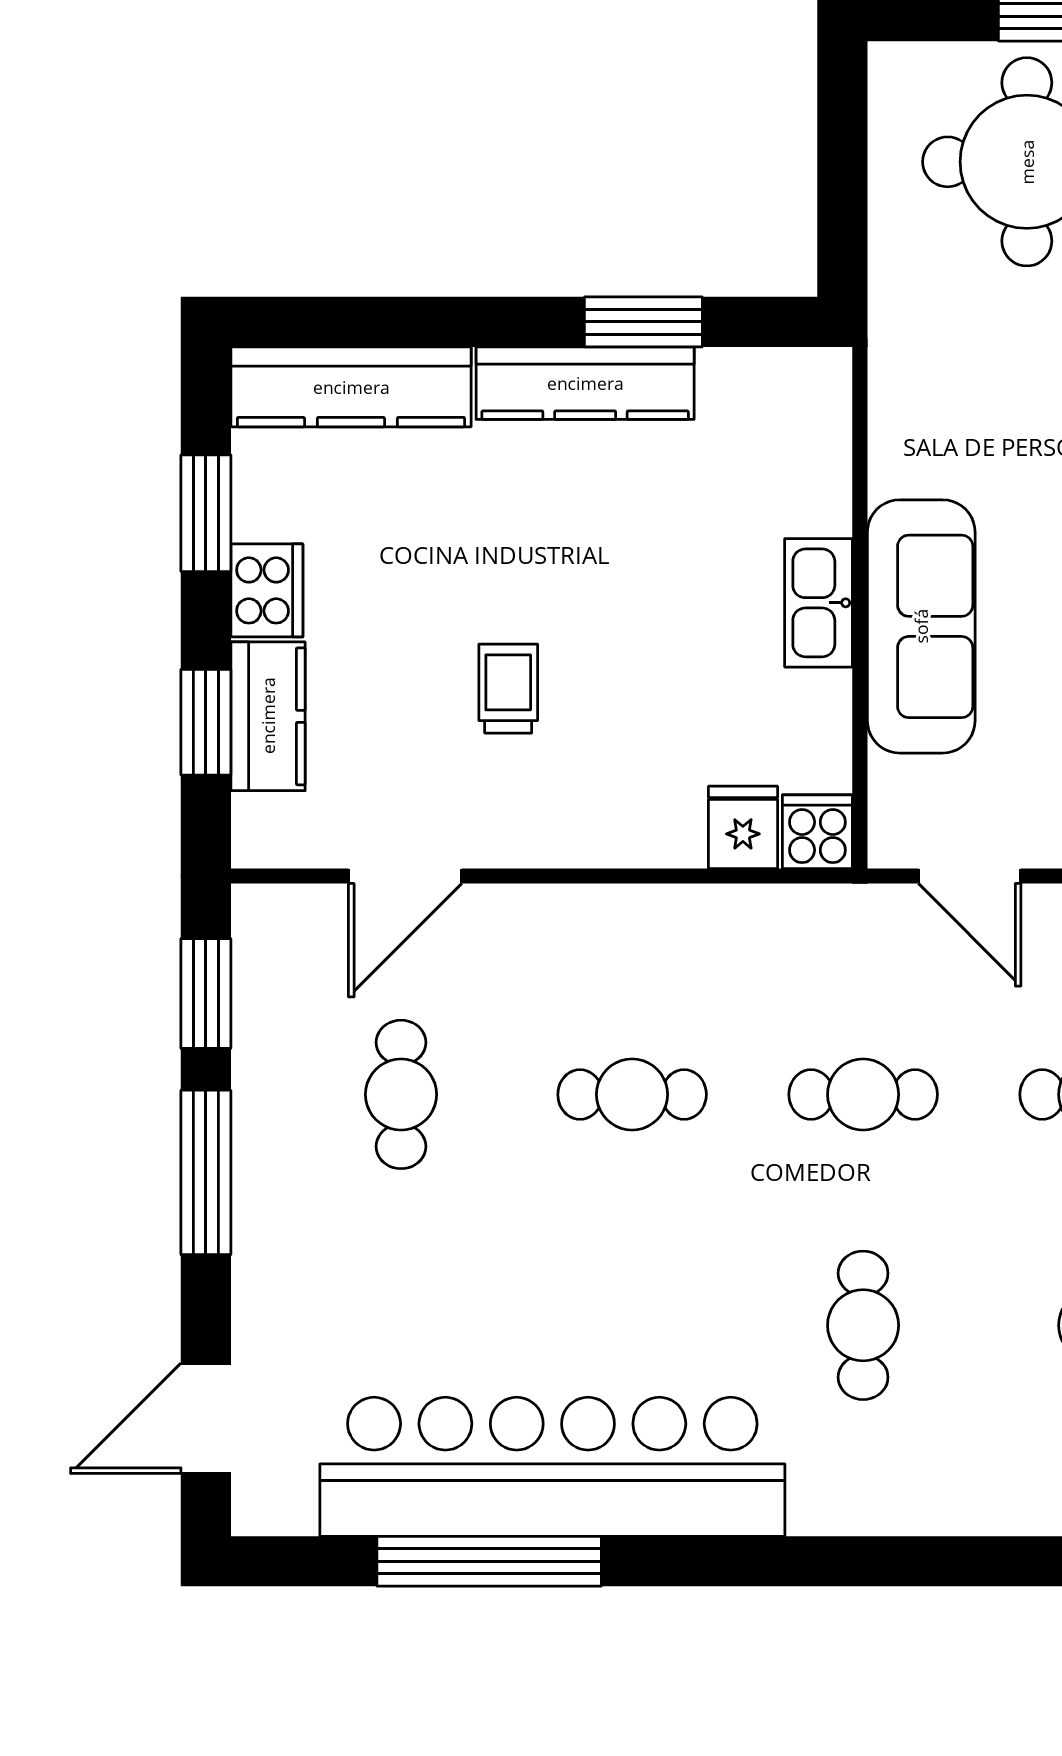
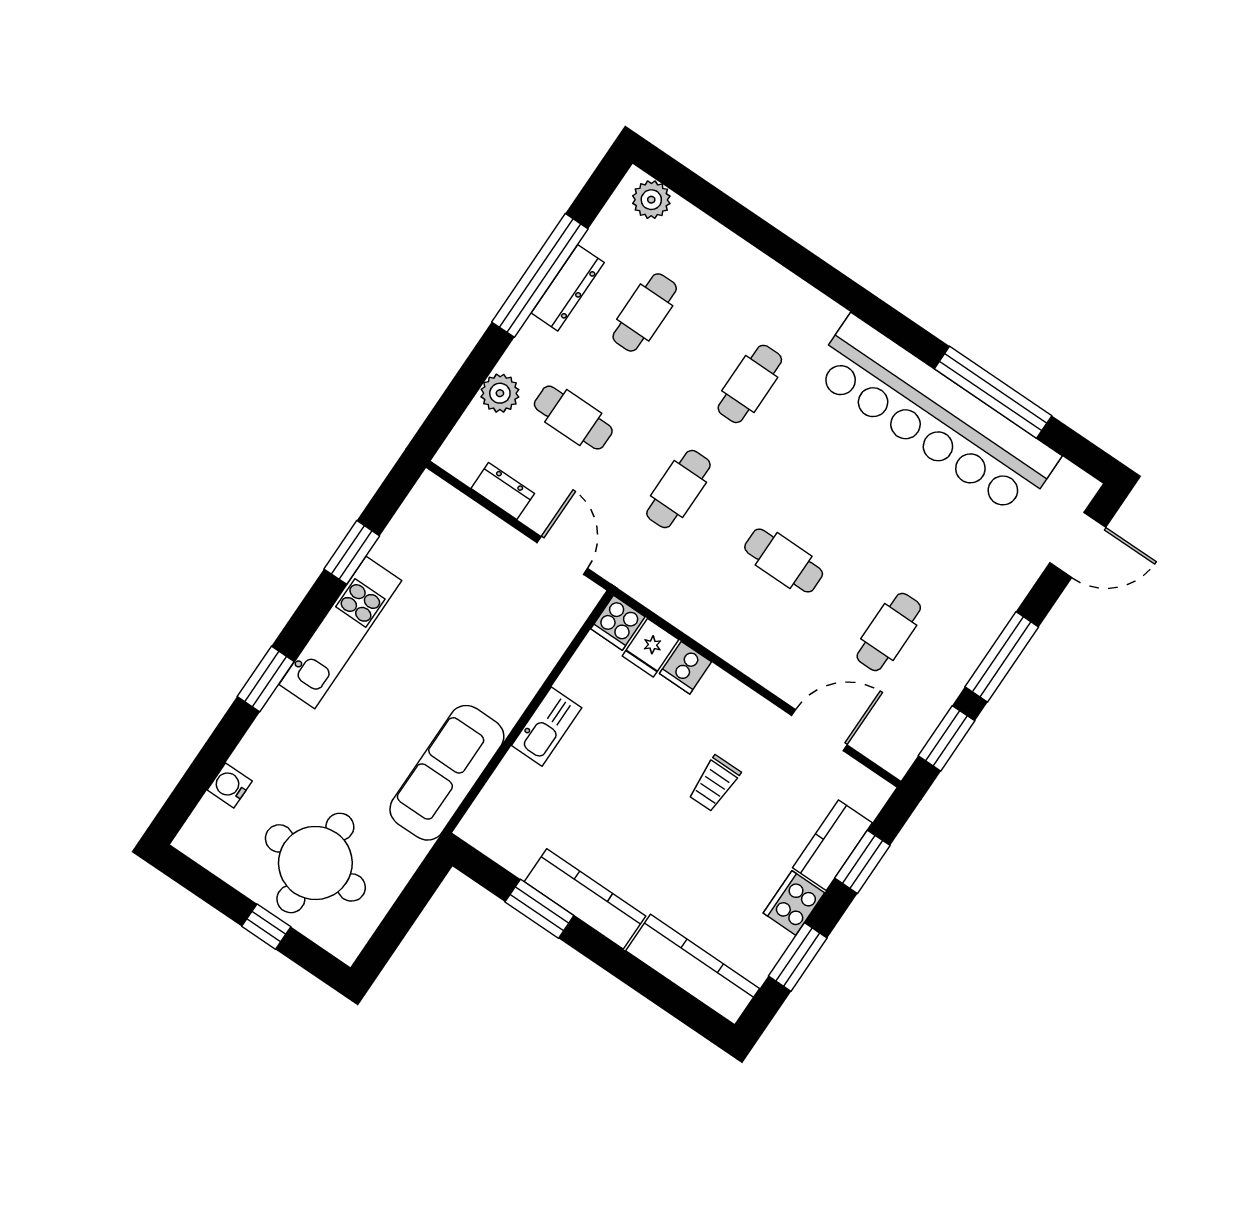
sofa: (921, 626) -> (447, 773), moved
cooker: (670, 833) -> (686, 668), added
cafe table: (863, 1094) -> (678, 489), turned 90

